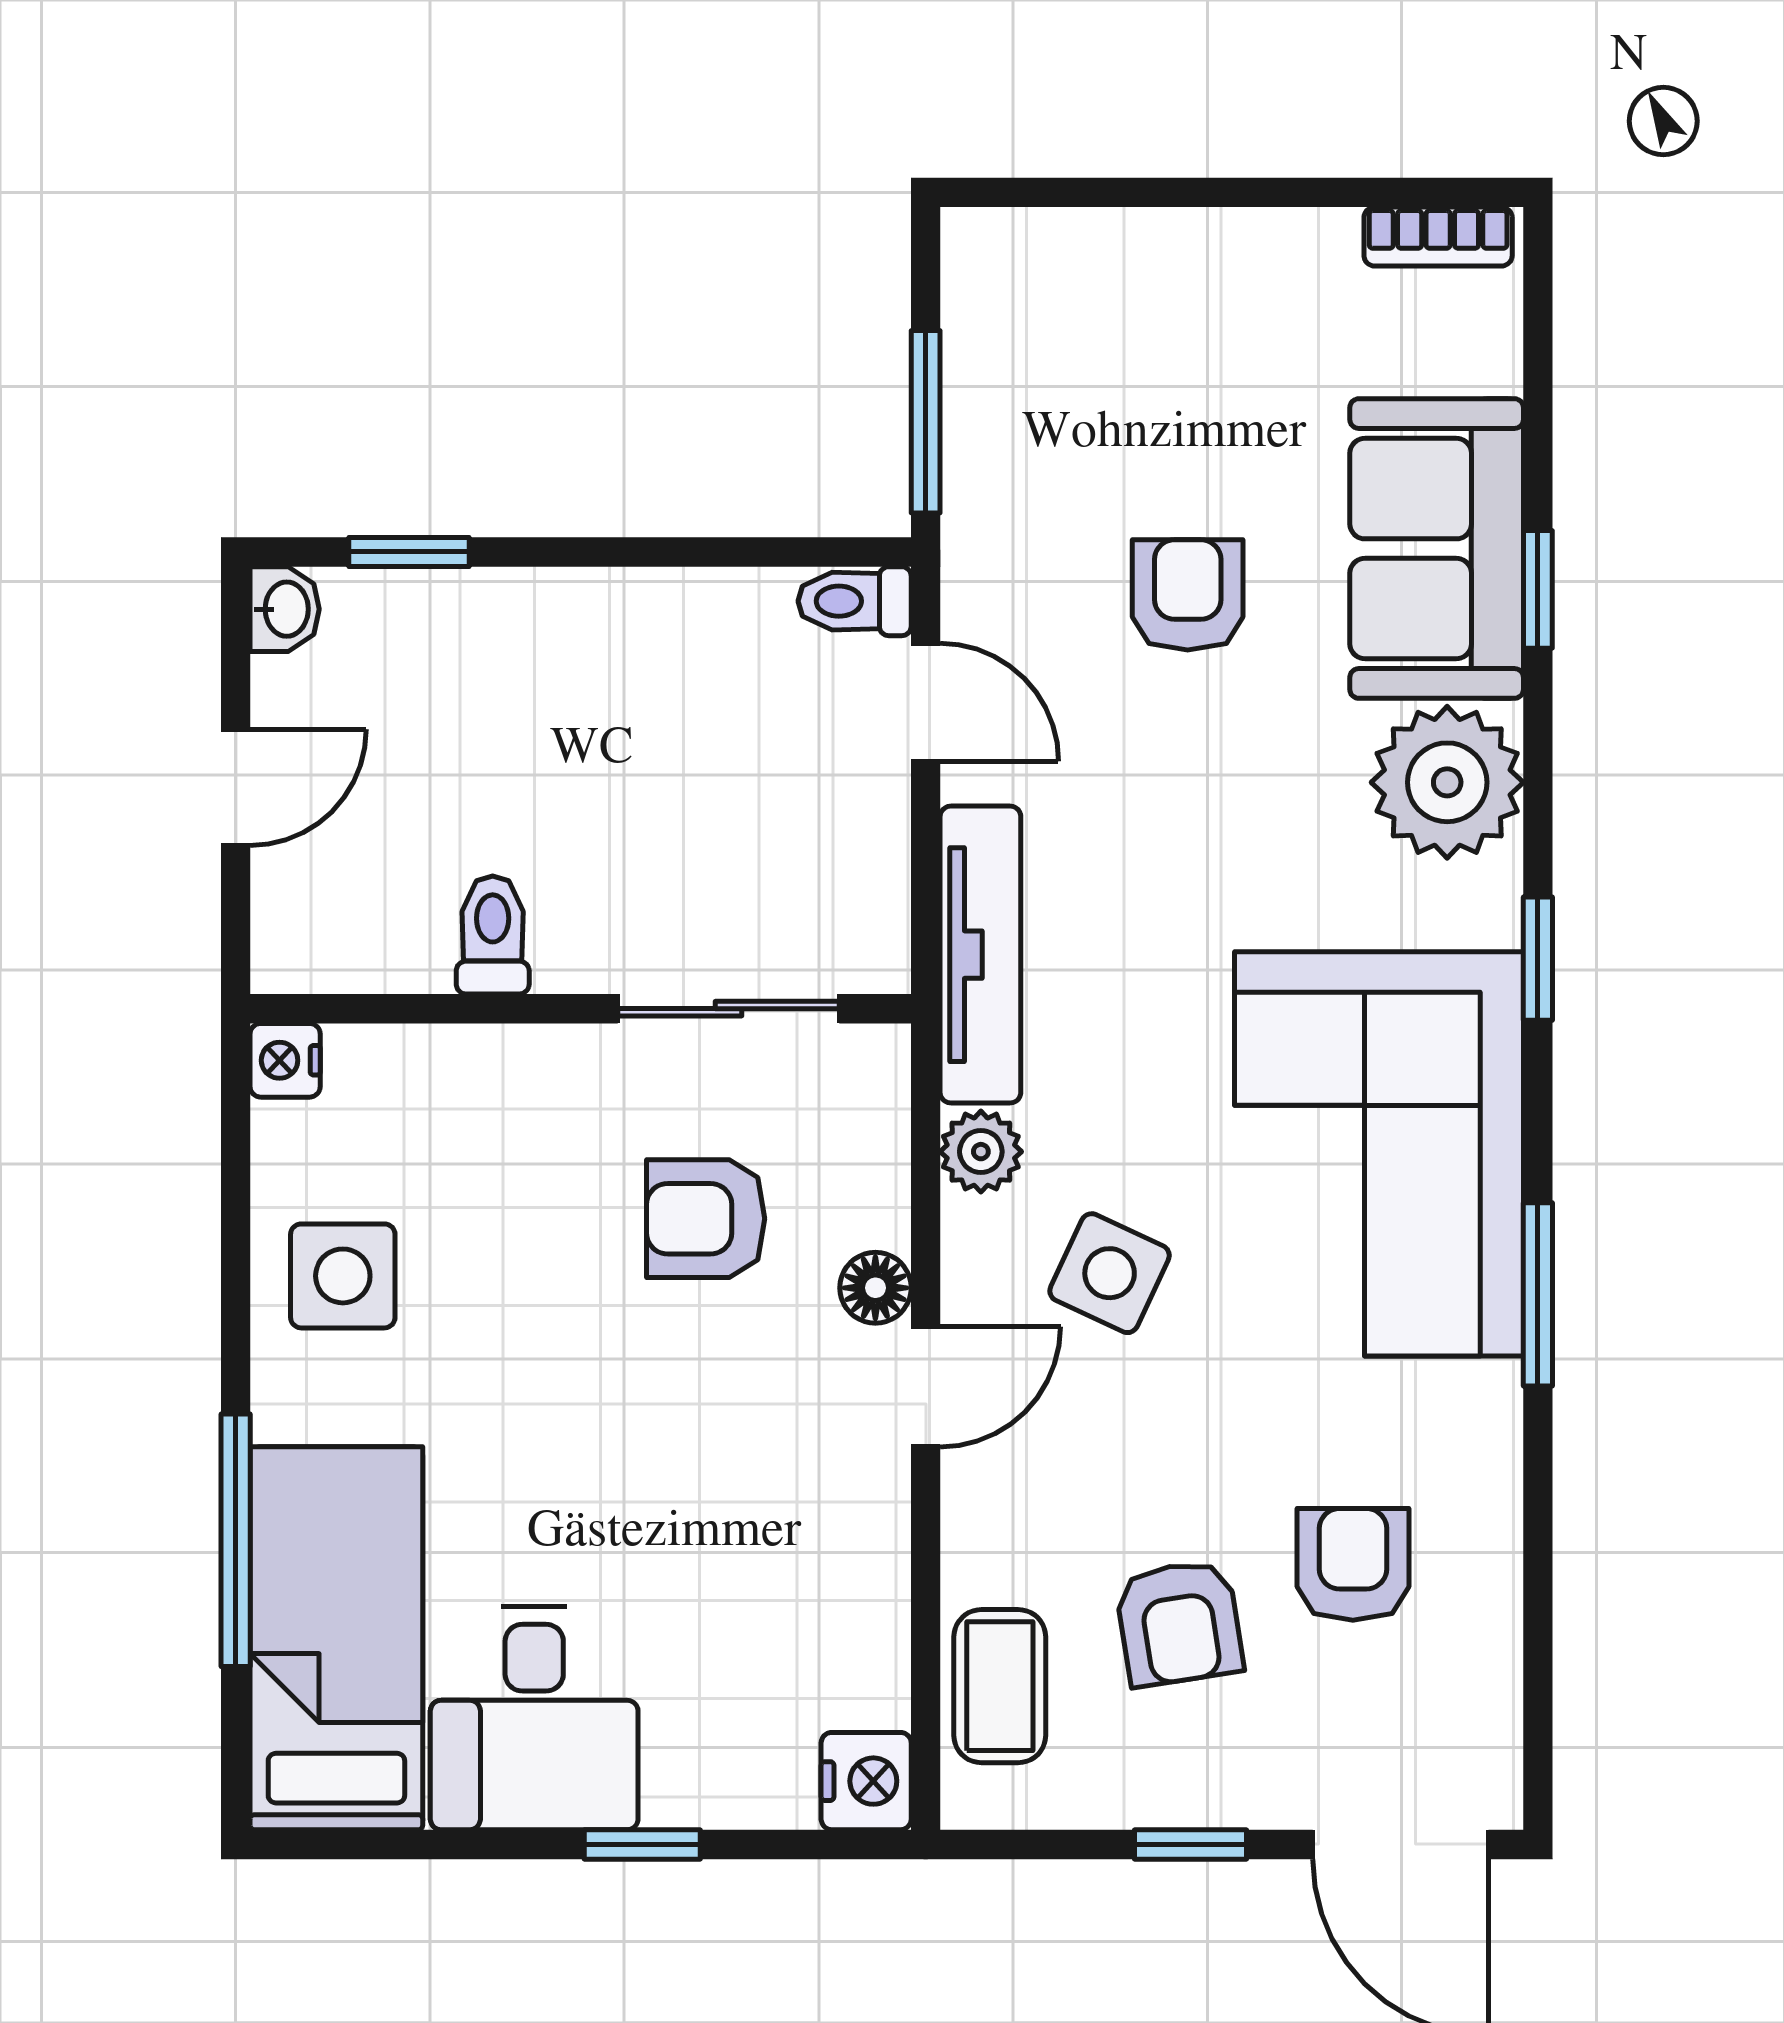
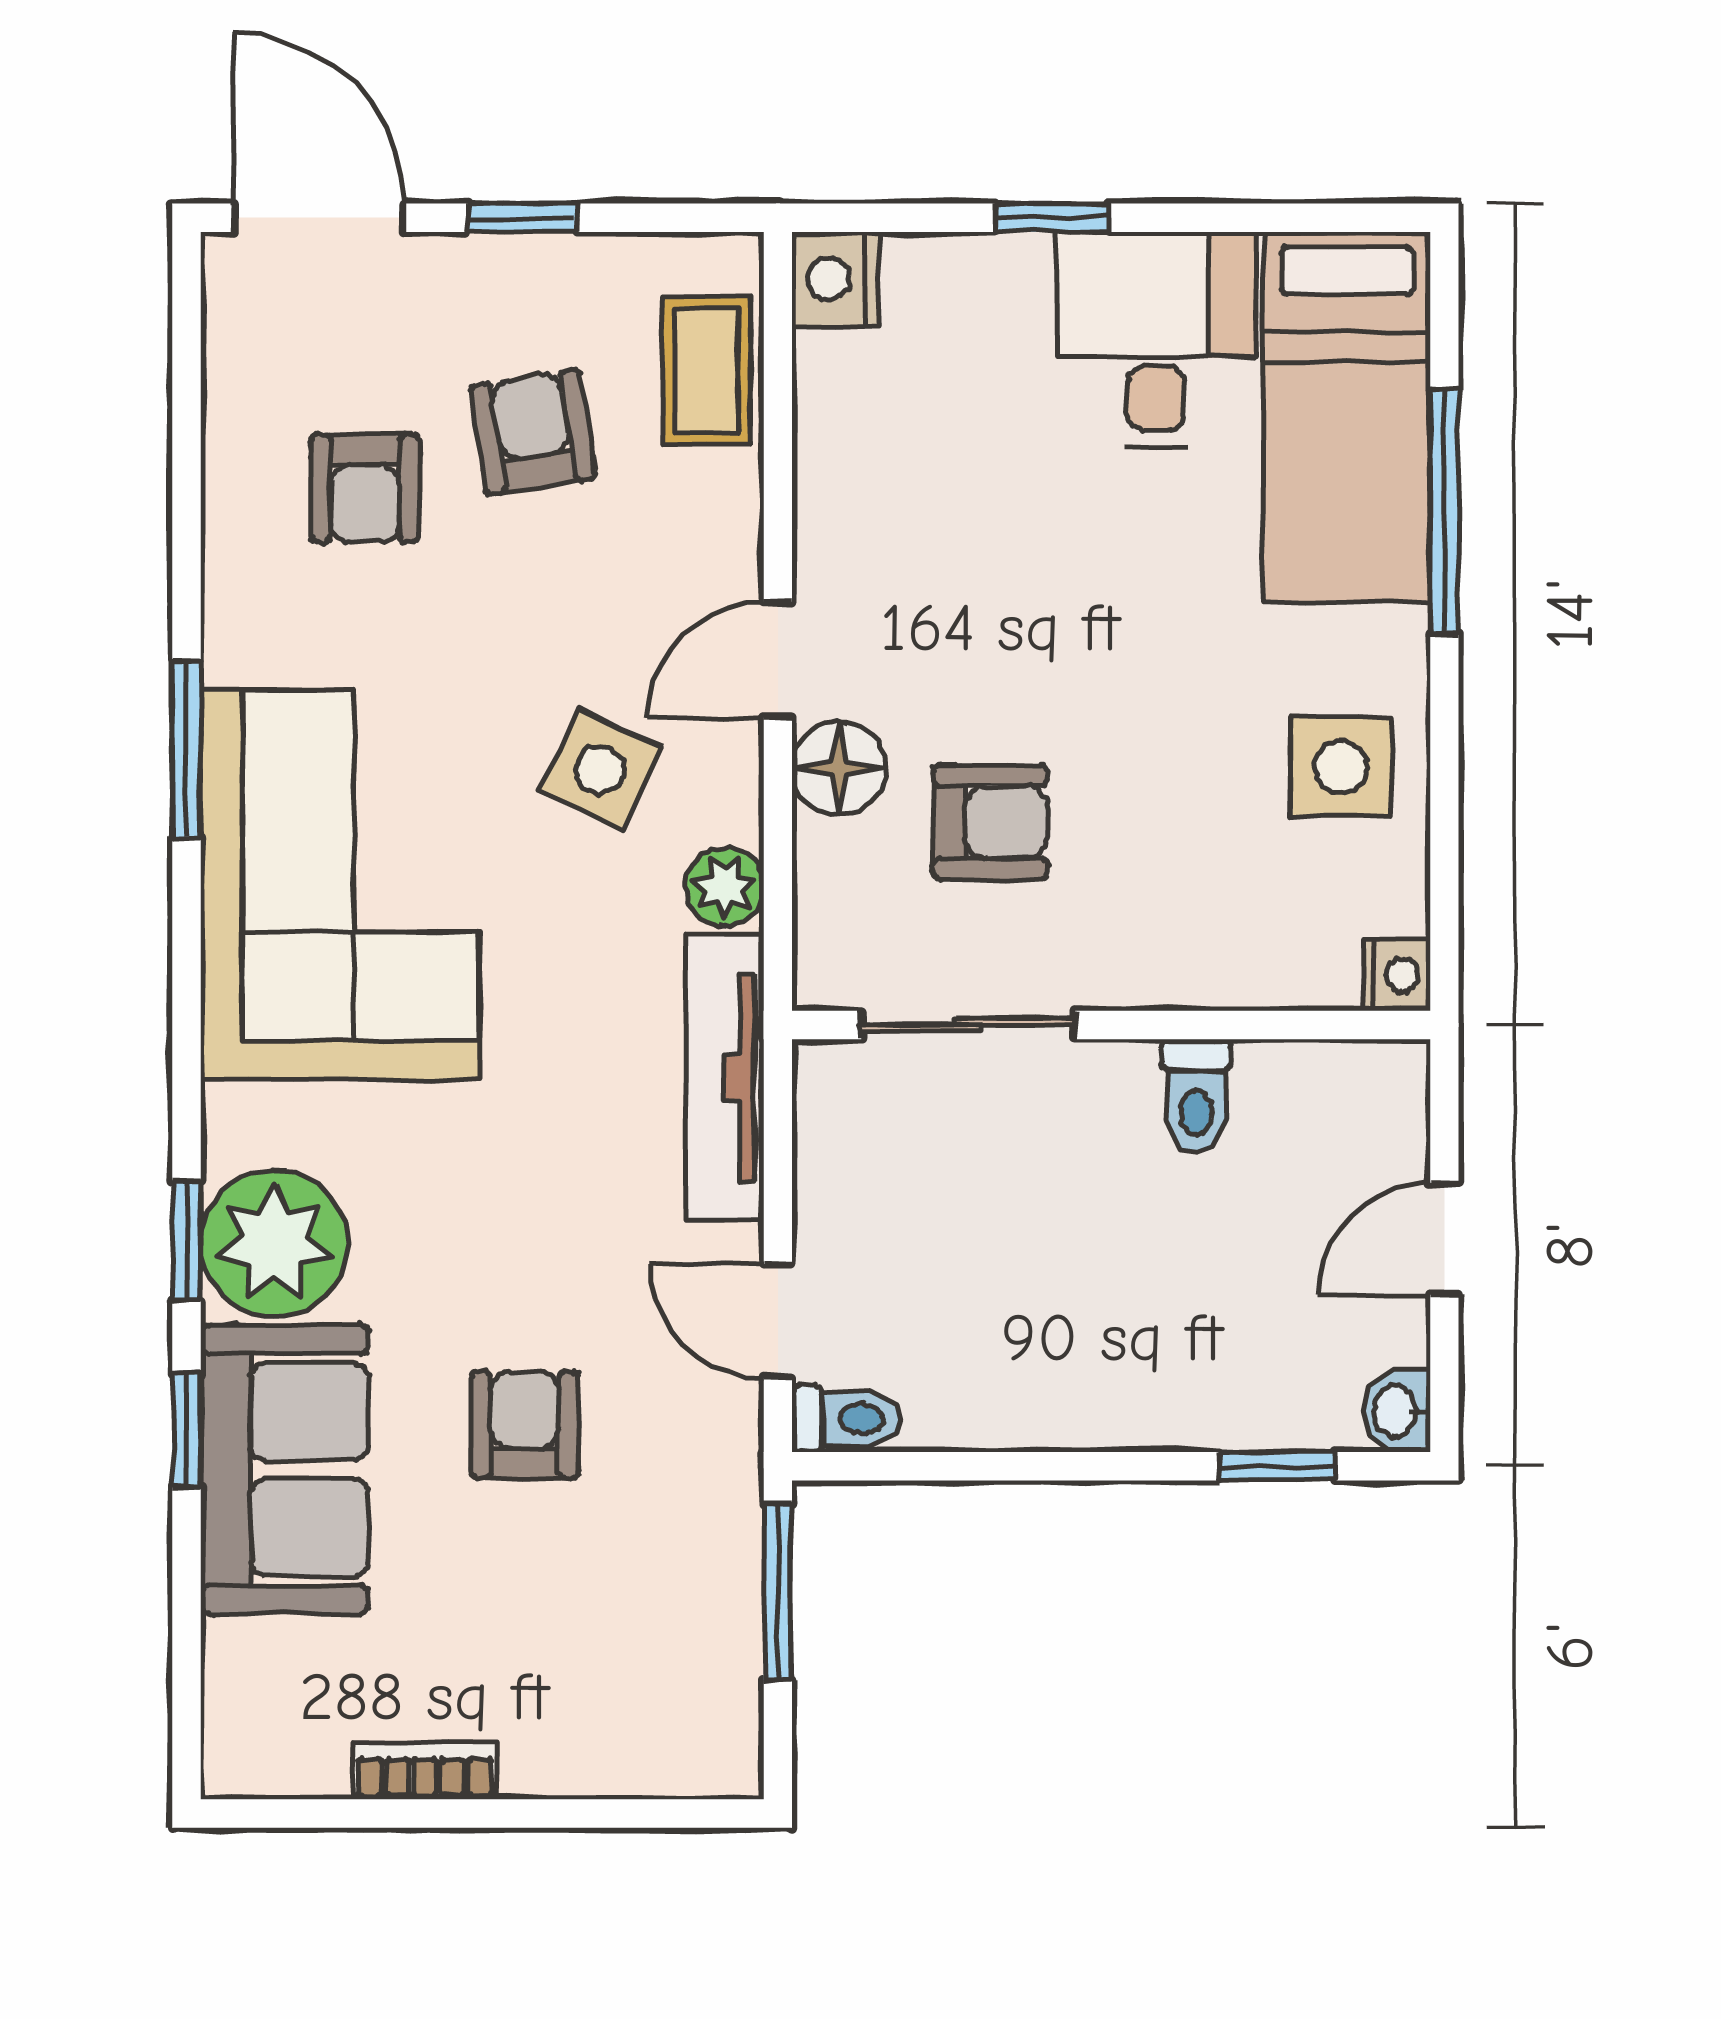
bookcase: (1438, 237) -> (425, 1771), moved
armchair: (1188, 595) -> (525, 1425), turned 180
window: (1538, 959) -> (187, 1240), moved
floor lamp: (875, 1288) -> (839, 768), width x1.37, depth x1.37

